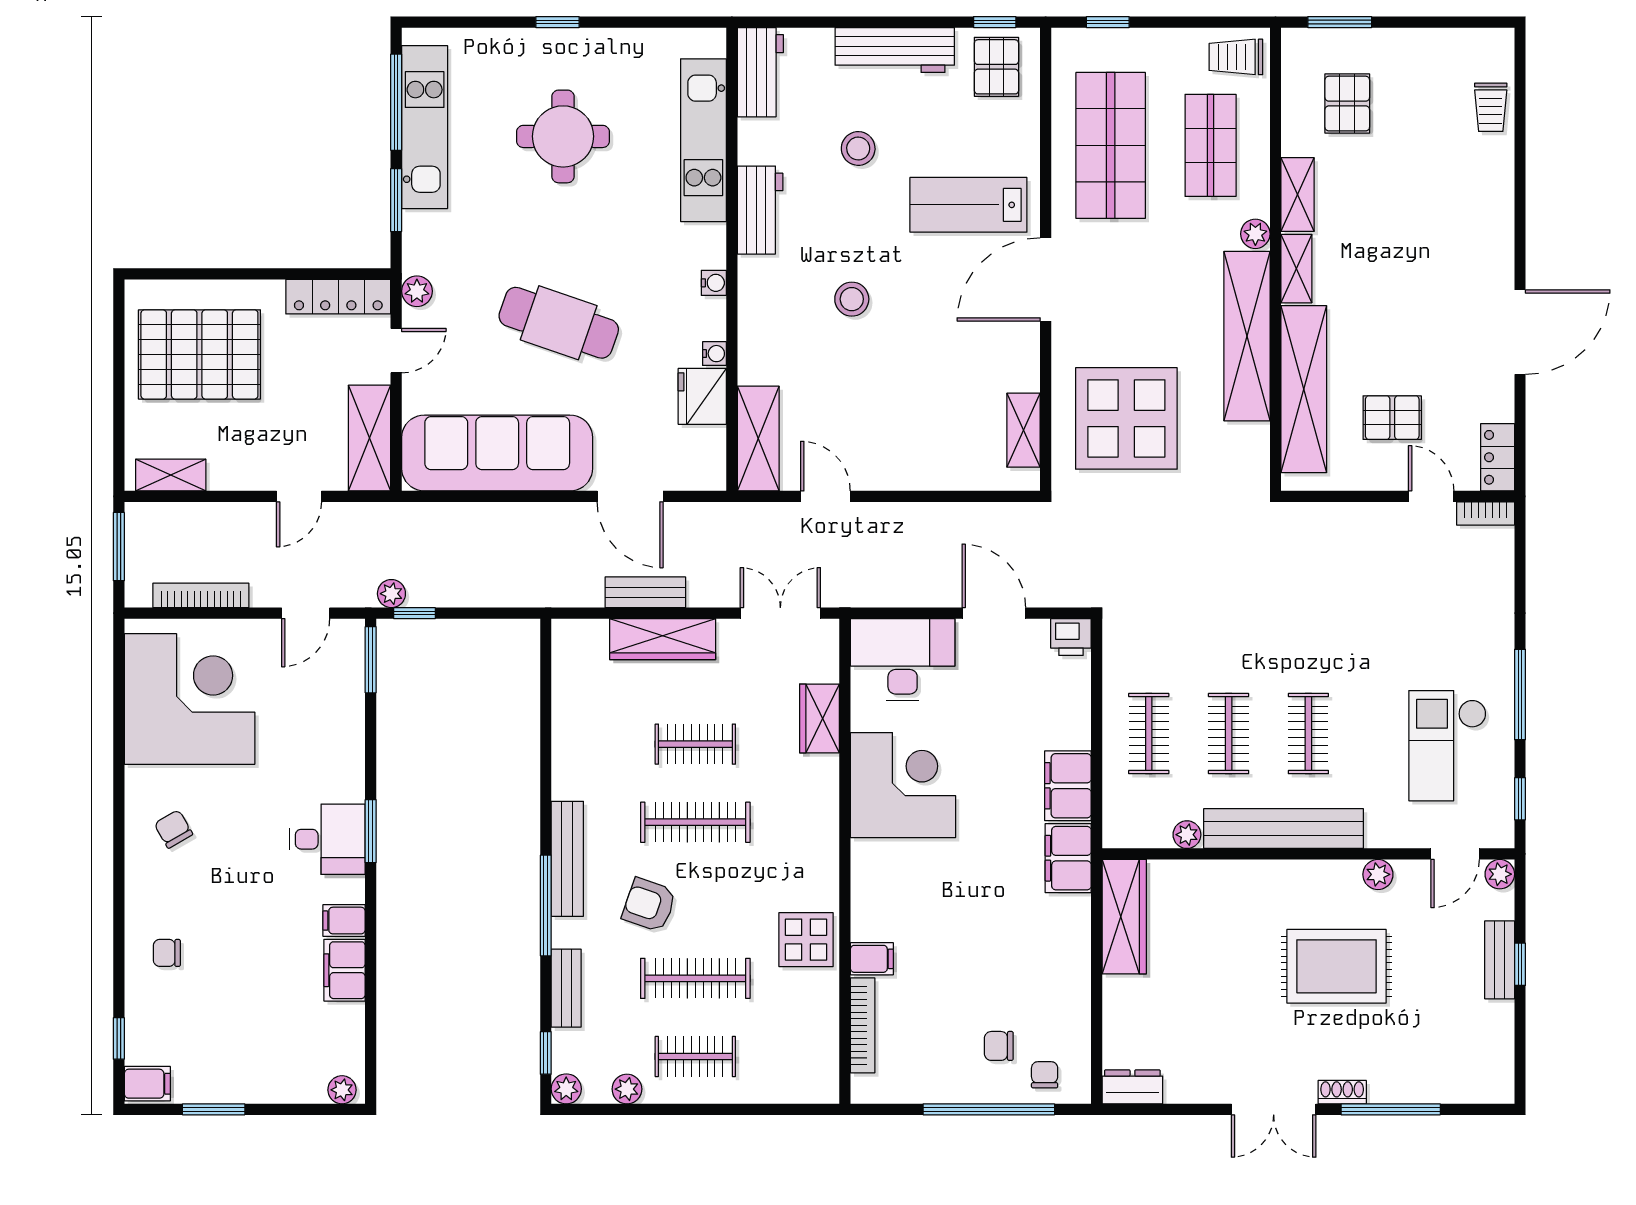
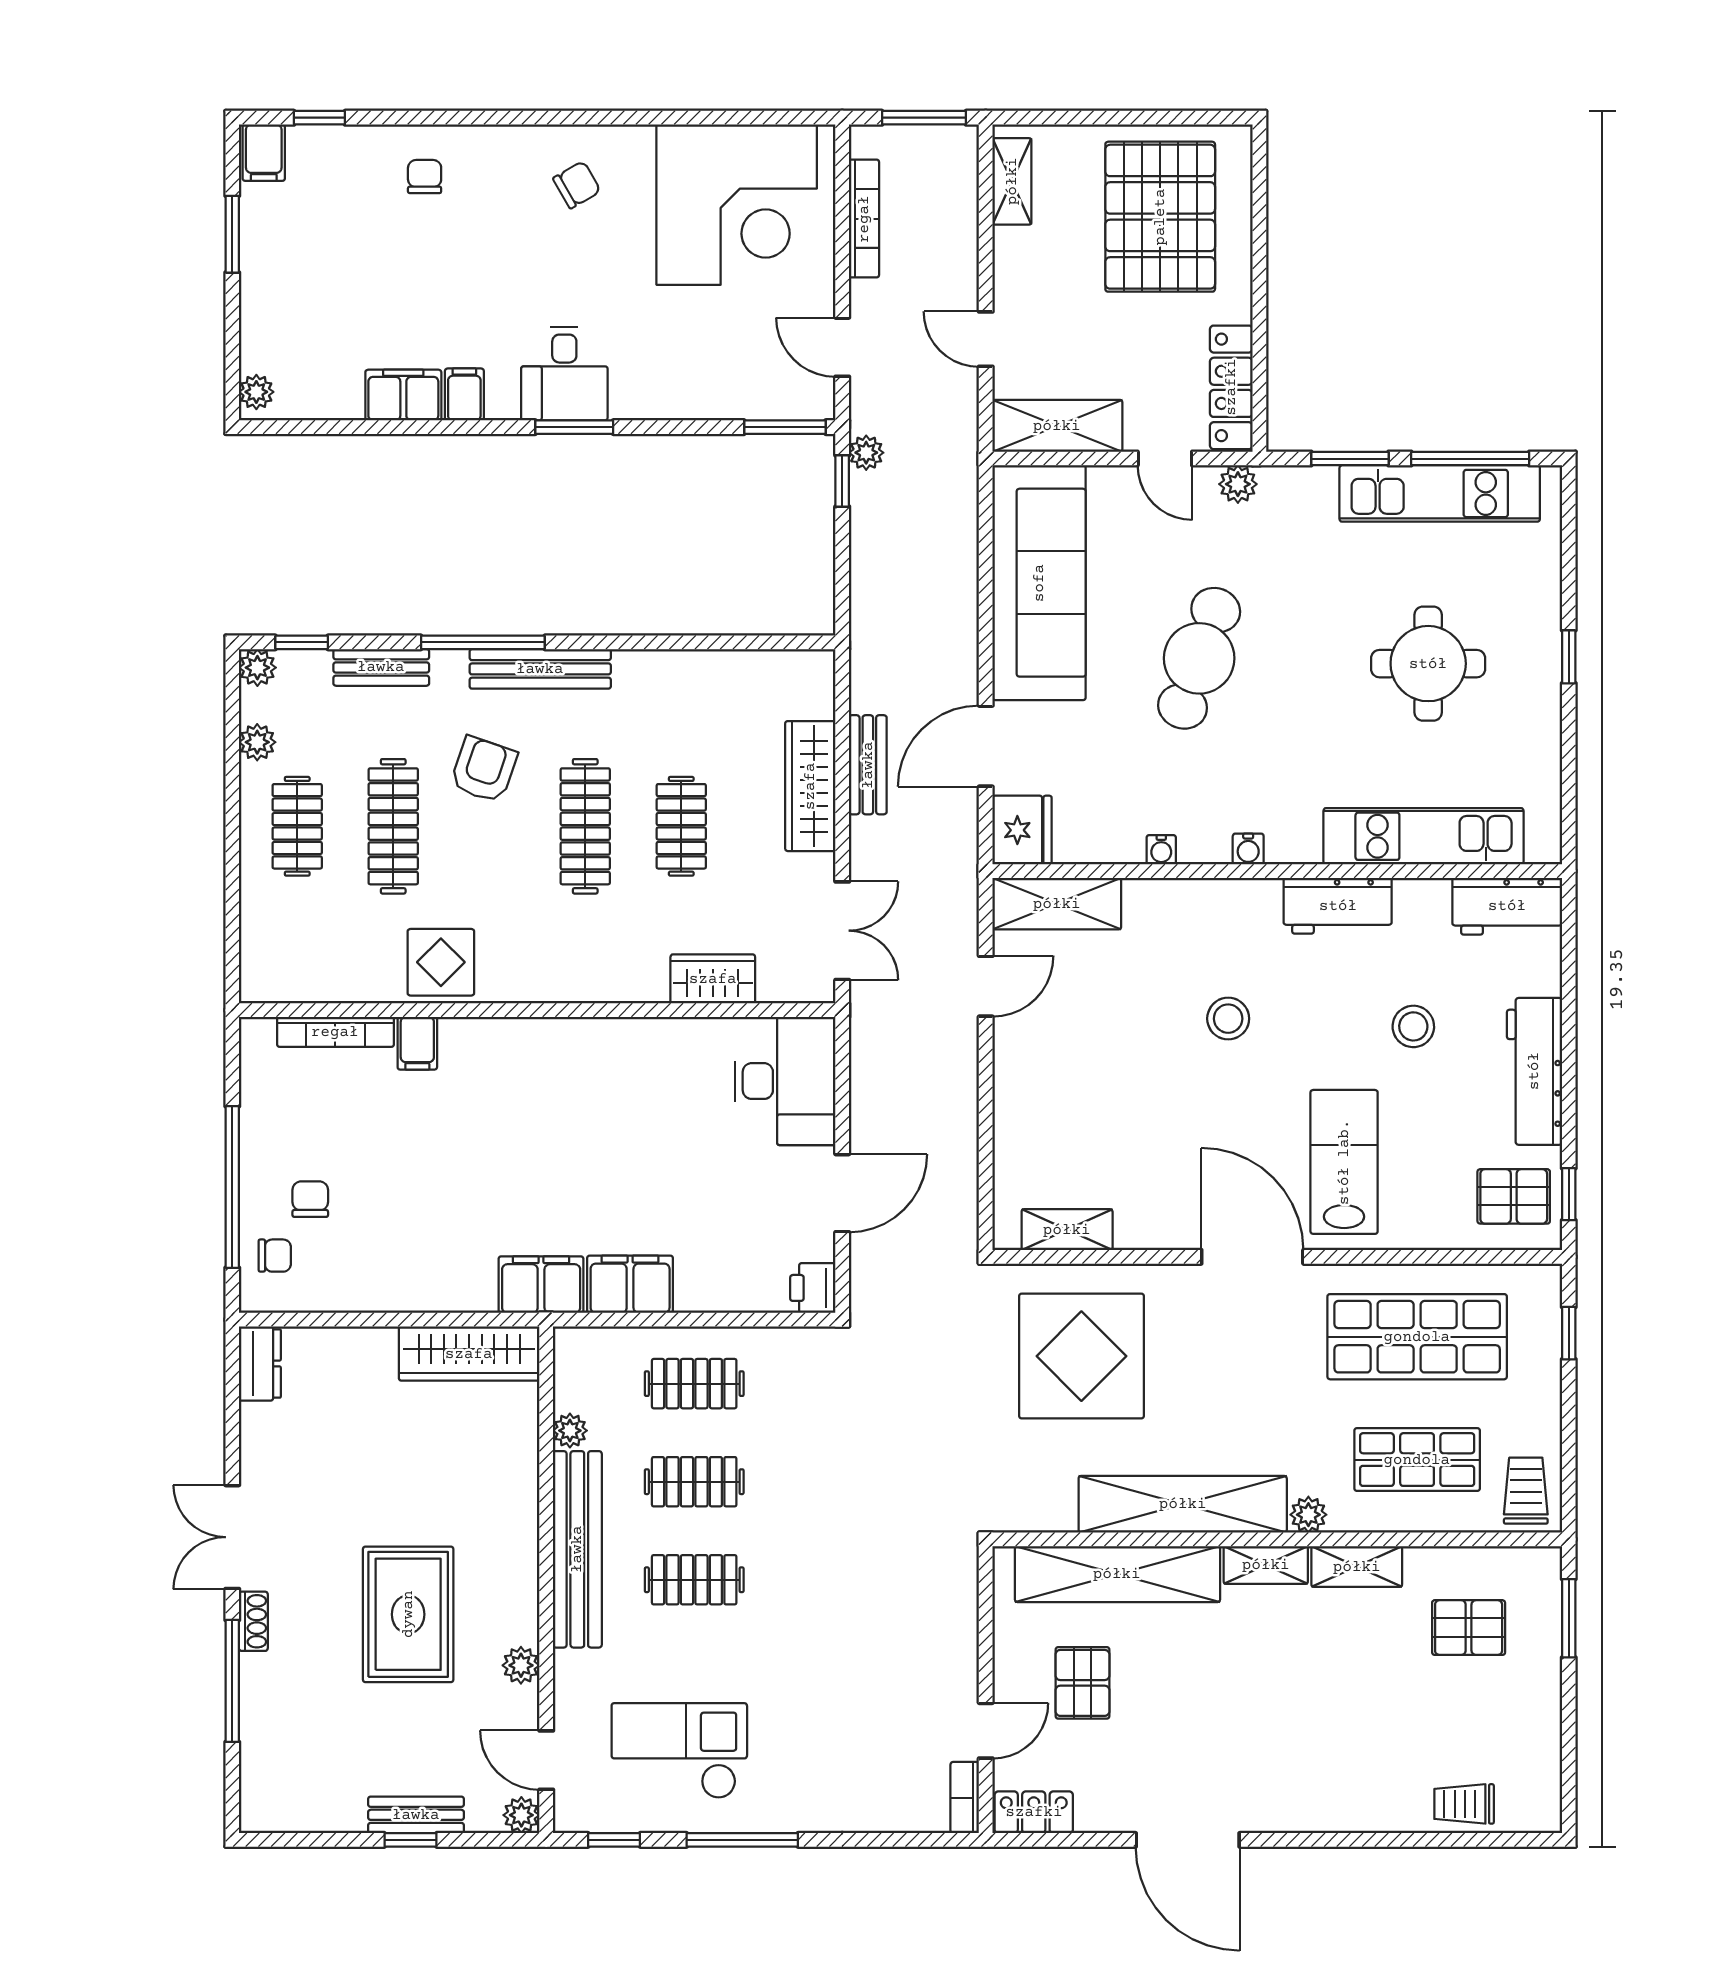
fridge: (702, 396) -> (1022, 830), moved, turned 90
corner desk: (903, 785) -> (631, 1082), removed

